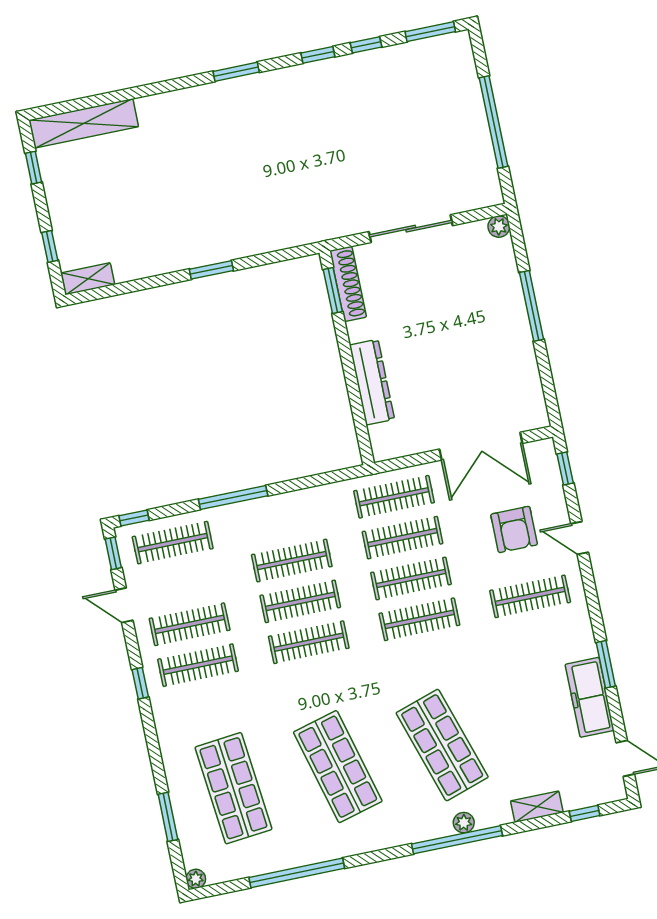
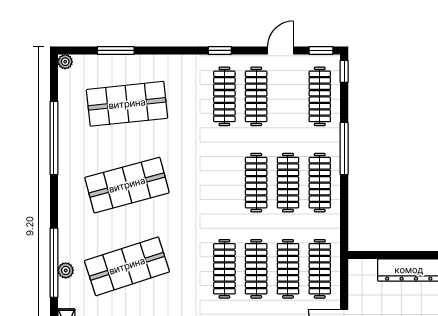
clothes rail: (309, 642) -> (320, 183), moved

